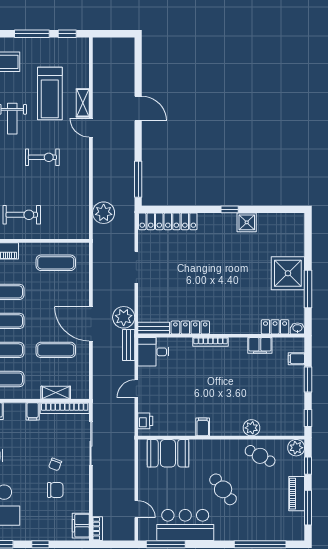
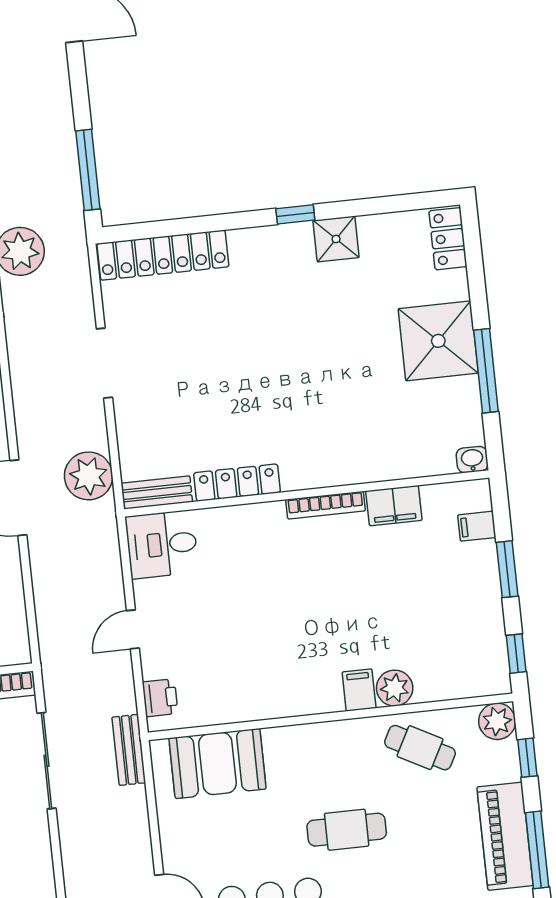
locker: (275, 327) -> (448, 239), moved, turned -90
bookcase: (211, 342) -> (326, 505), moved
bench: (129, 345) -> (129, 750), moved
filing cabinet: (203, 427) -> (359, 690), moved
cafe table: (223, 489) -> (347, 830), turned -53
piano: (297, 494) -> (505, 836), width x1.37, depth x1.33

